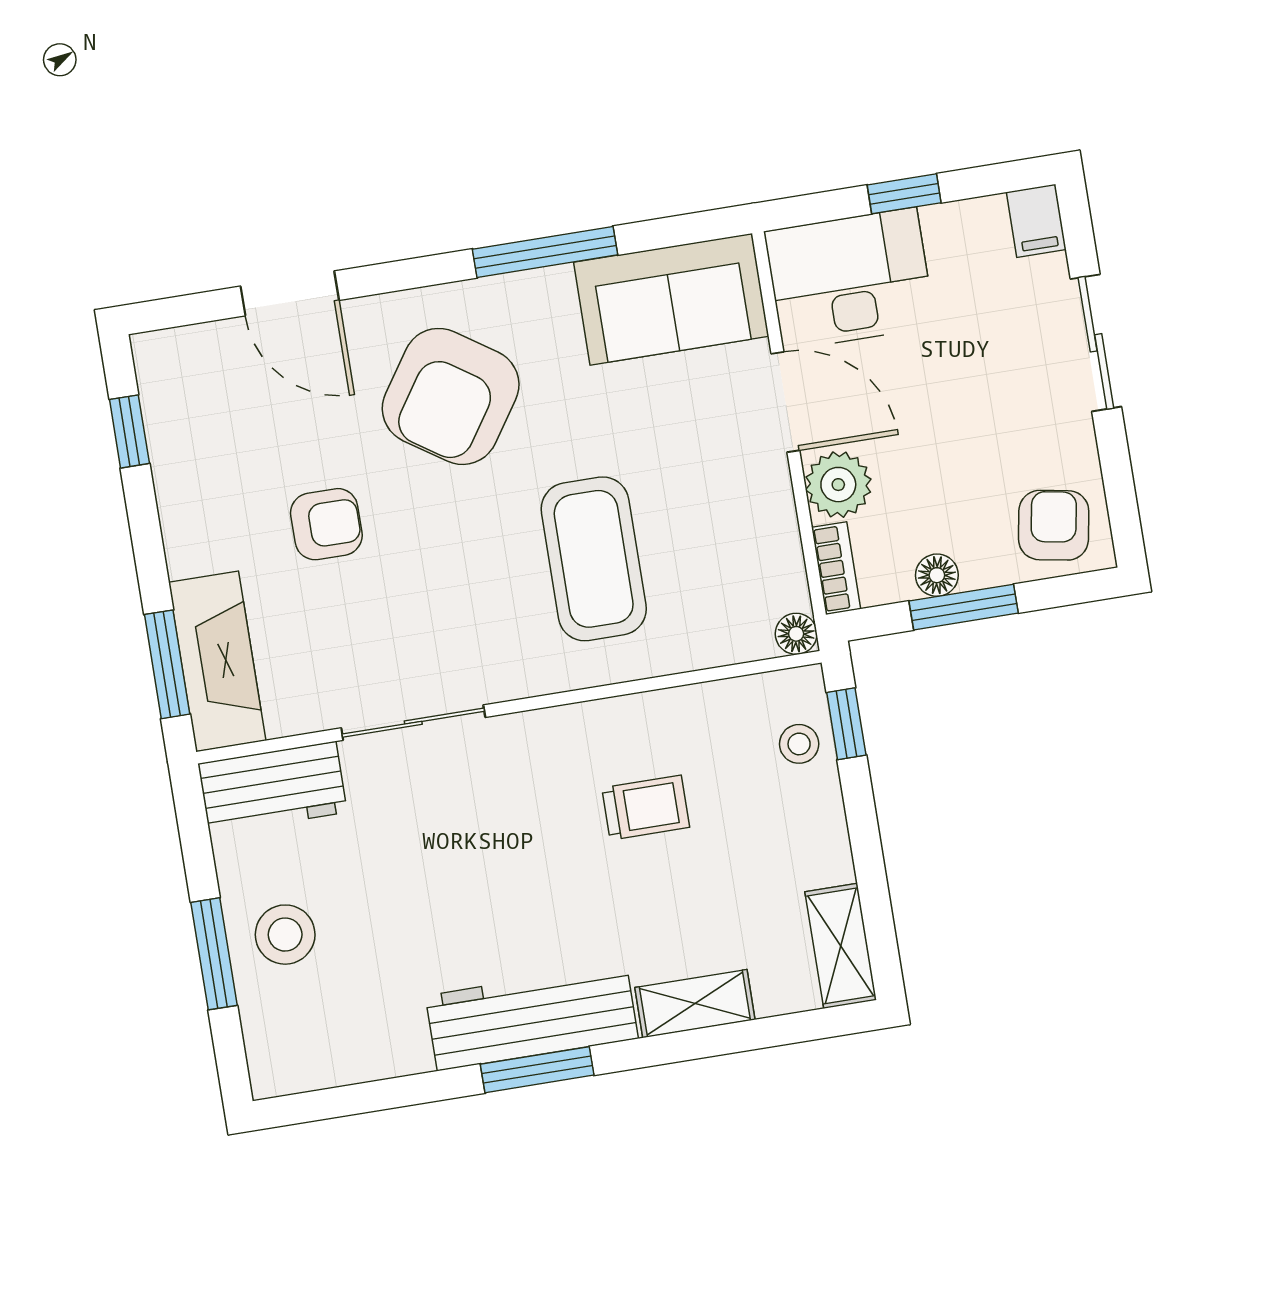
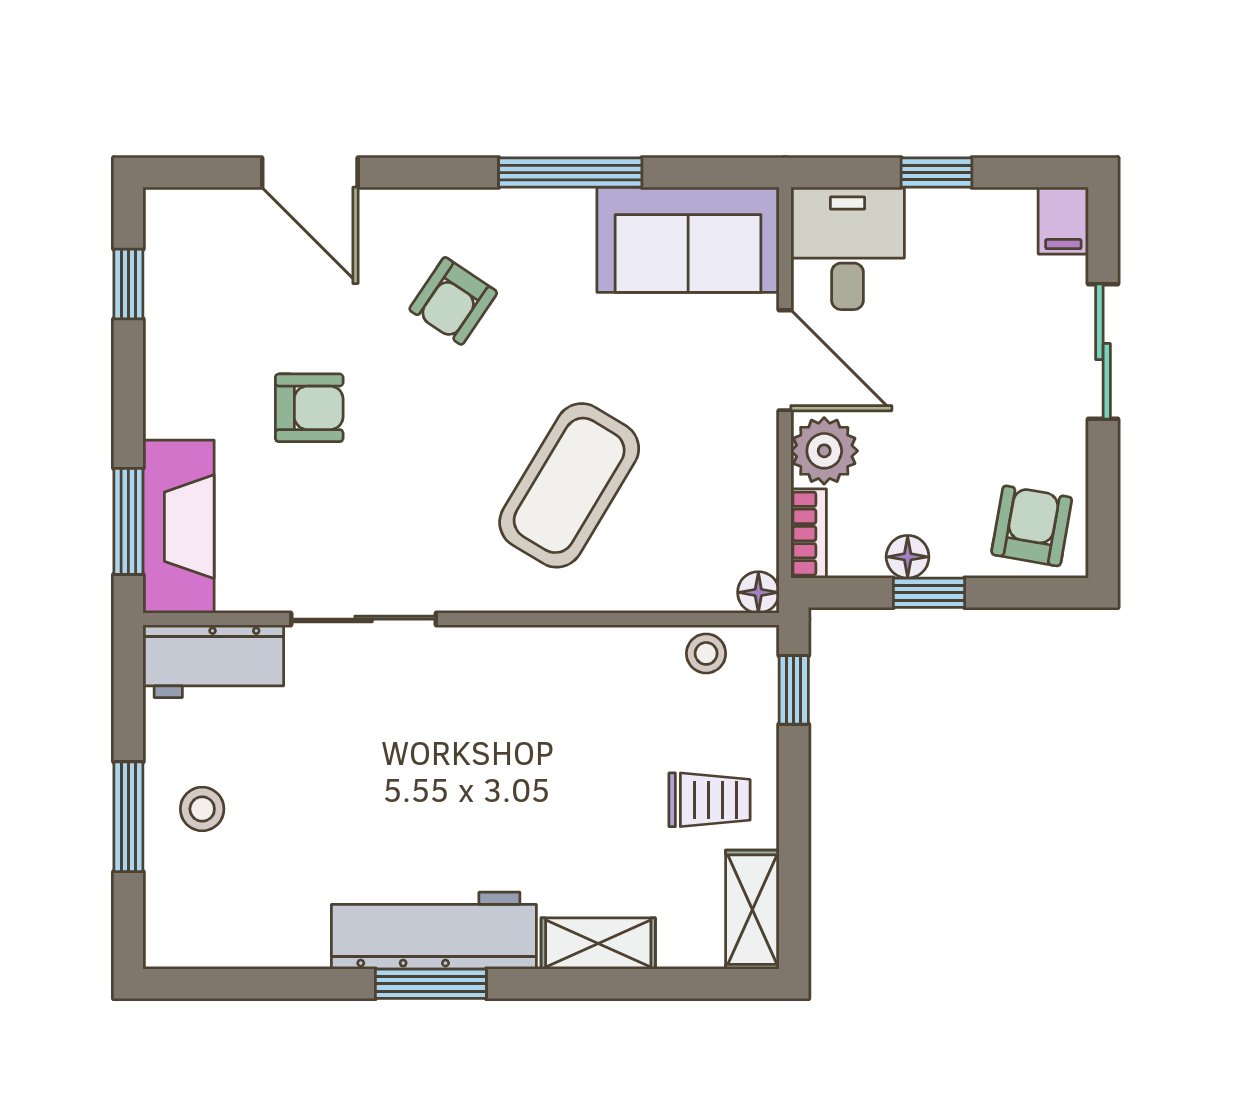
desk: (850, 279) -> (848, 248), width x0.73
armchair: (451, 396) -> (453, 301), width x0.53, depth x0.53
coffee table: (594, 559) -> (569, 485), turned 31
window: (964, 607) -> (929, 593), width x0.67
stool: (799, 744) -> (706, 653), moved
trolley: (646, 808) -> (710, 800), moved
stool: (285, 935) -> (202, 809), width x0.73, depth x0.73

